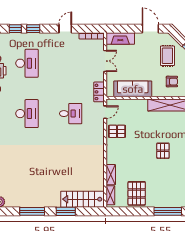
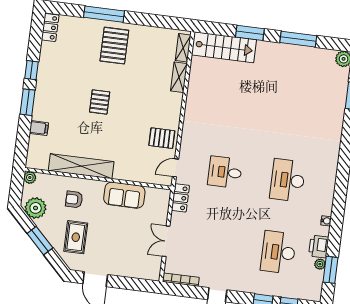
fireplace: (120, 39) -> (140, 271), removed
sofa: (133, 89) -> (124, 195), width x0.73
pallet: (137, 193) -> (114, 46), moved

